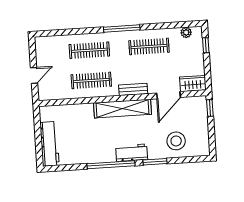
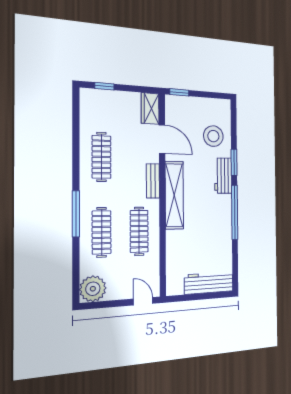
window: (122, 28) -> (76, 214), moved
plant: (186, 32) -> (93, 289), moved, width x1.87, depth x1.87
door: (34, 75) -> (143, 301), moved
workbench: (132, 153) -> (223, 176), moved

